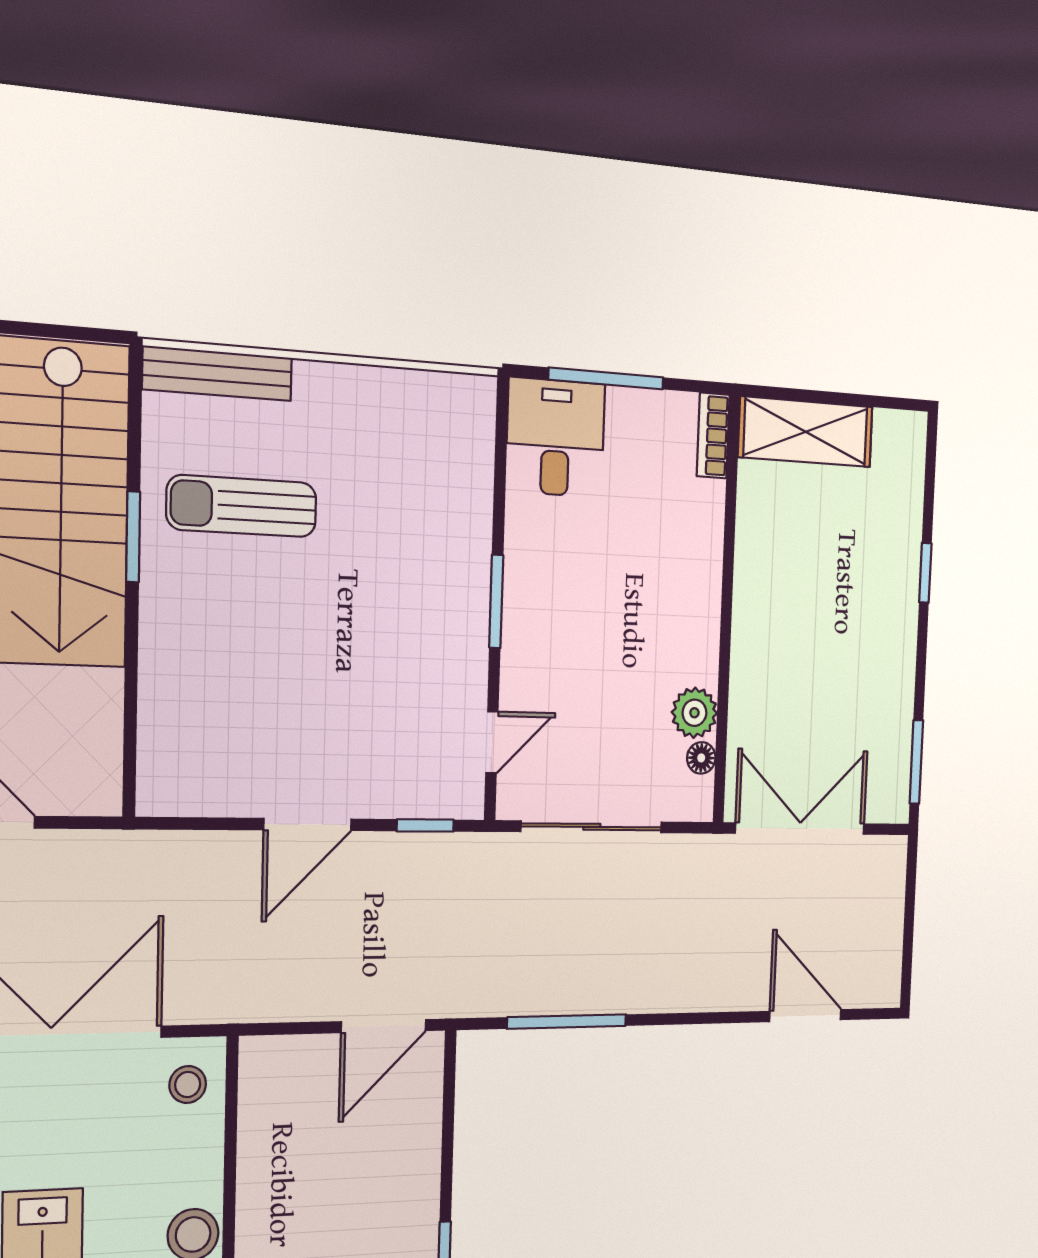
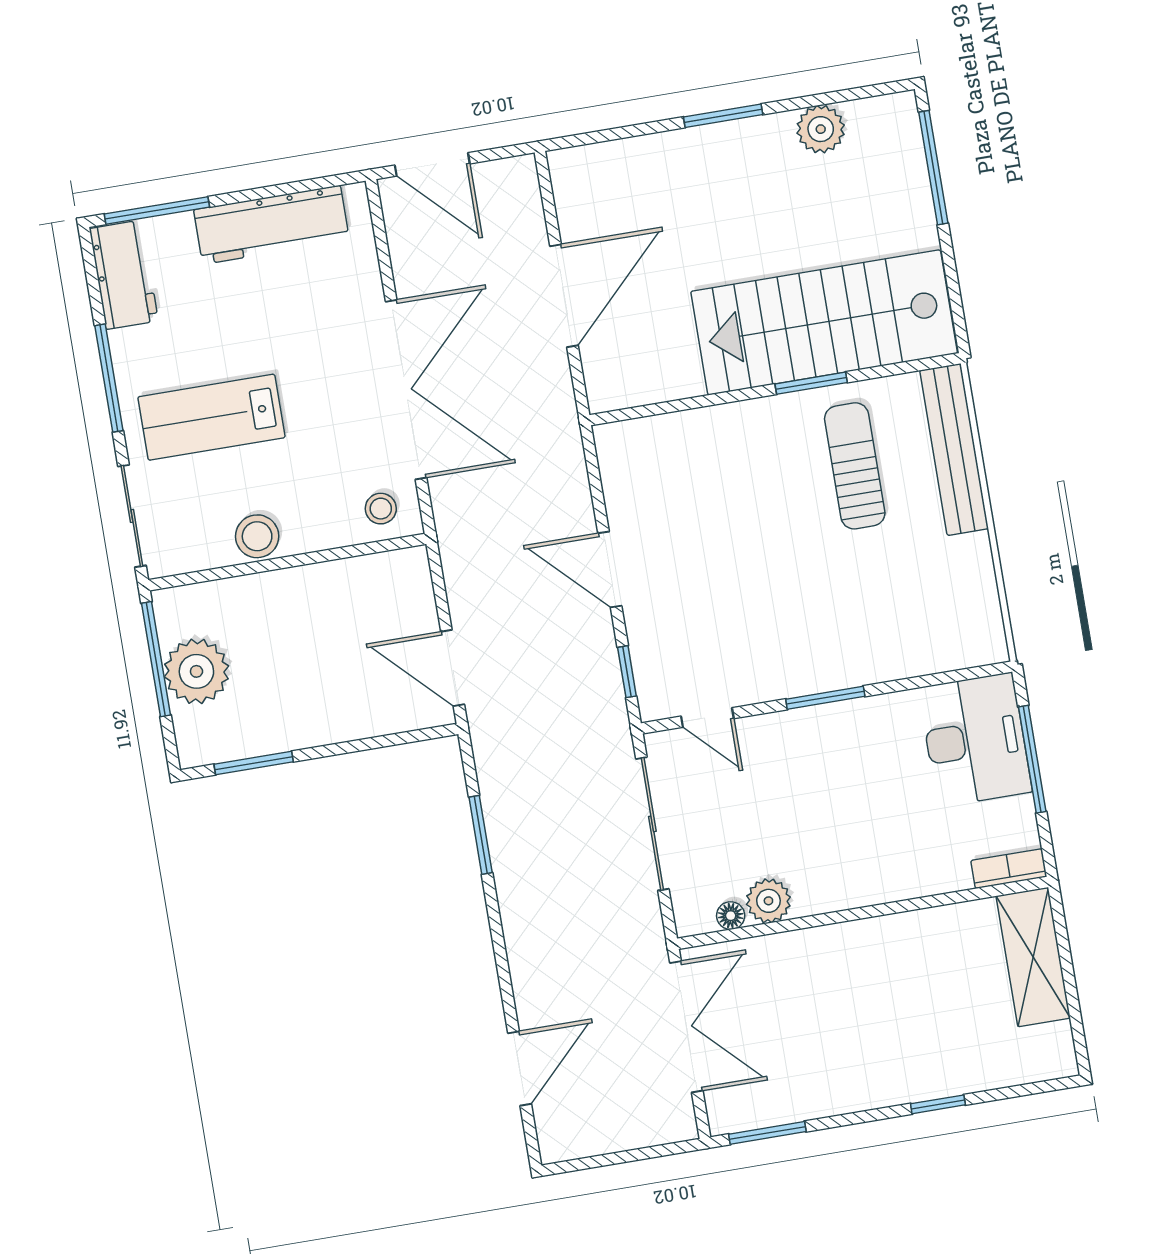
bench: (218, 373) -> (954, 450), width x1.37, depth x1.21
desk: (555, 438) -> (975, 740), width x1.37
window: (567, 1022) -> (481, 835), width x0.69

